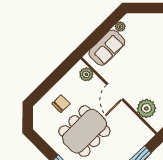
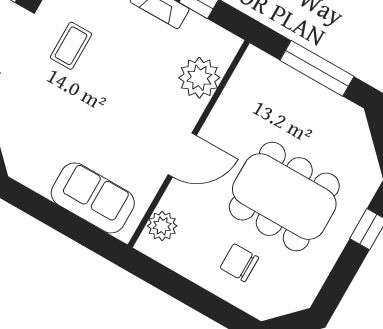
plant: (120, 27) -> (40, 182), removed

